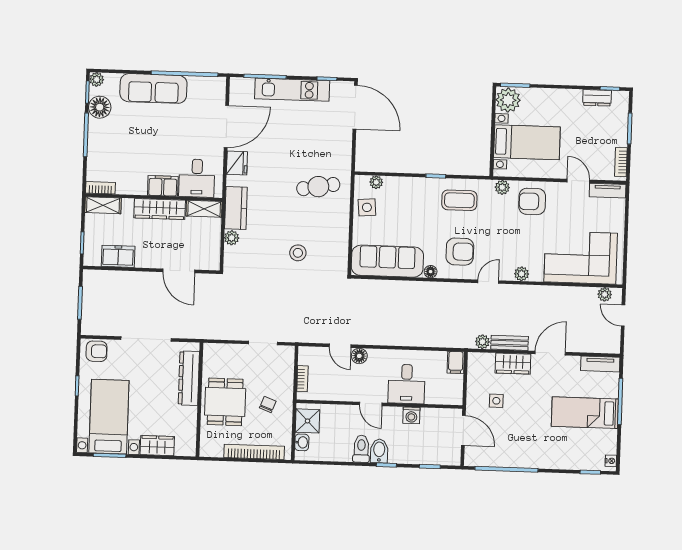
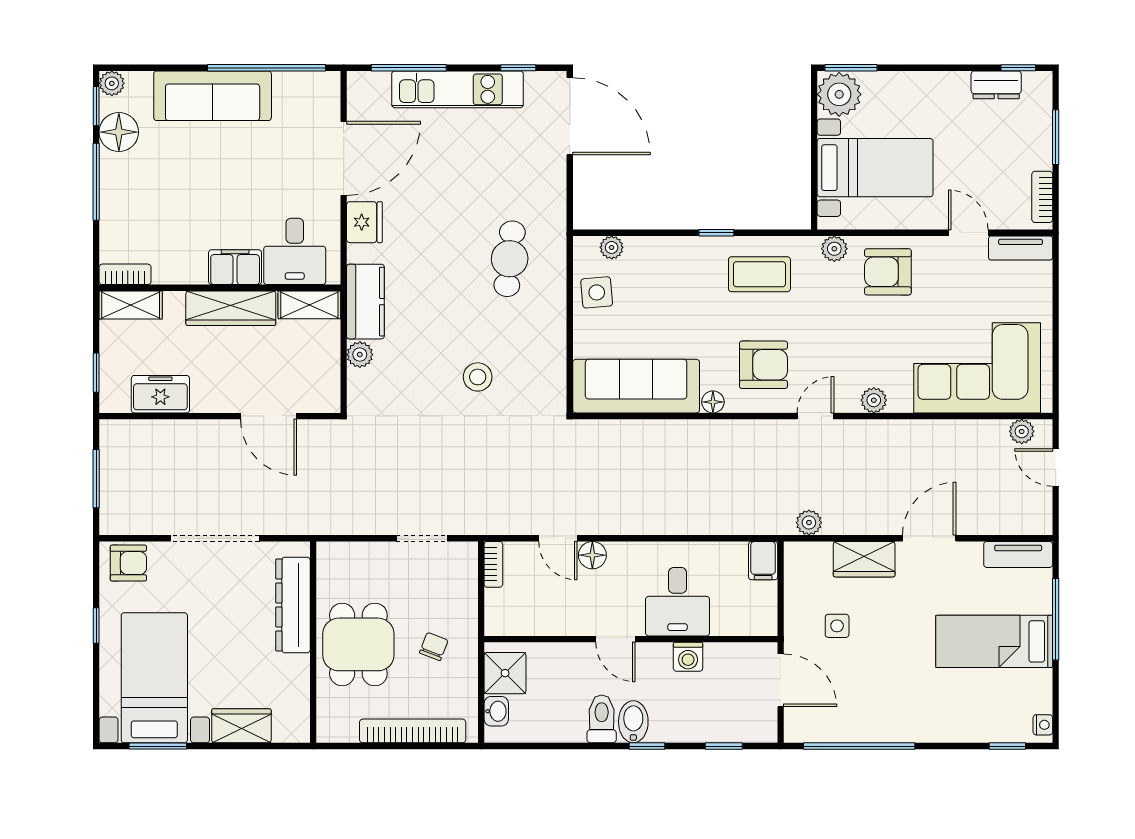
cafe table: (318, 187) -> (510, 259), turned -74
bench: (510, 343) -> (857, 523), removed
bookcase: (302, 379) -> (493, 564), moved

